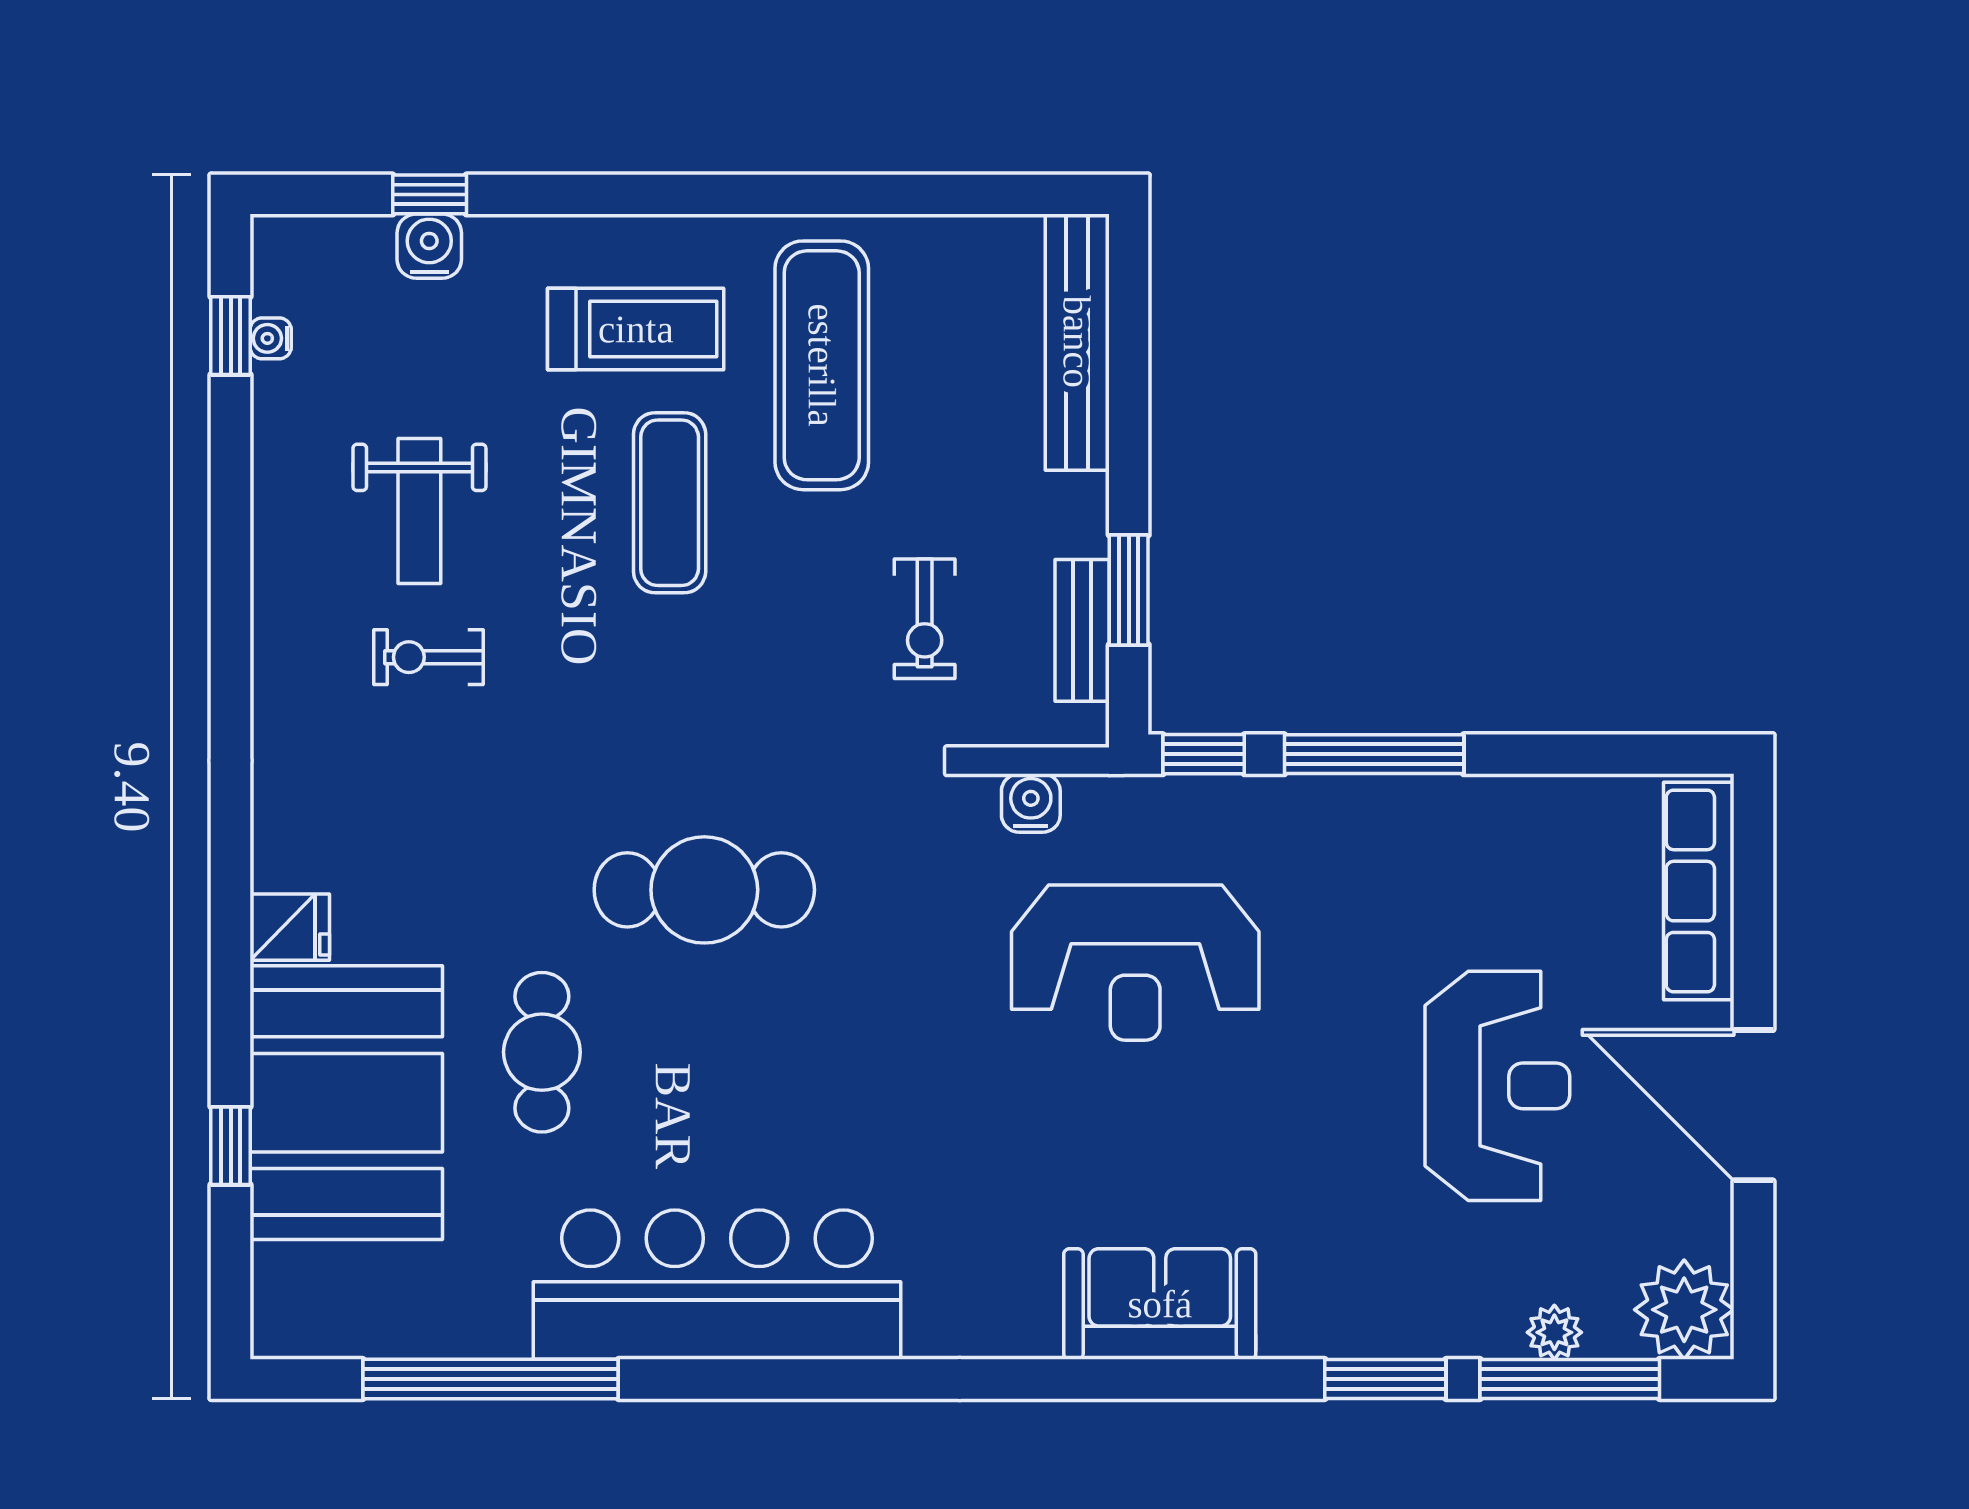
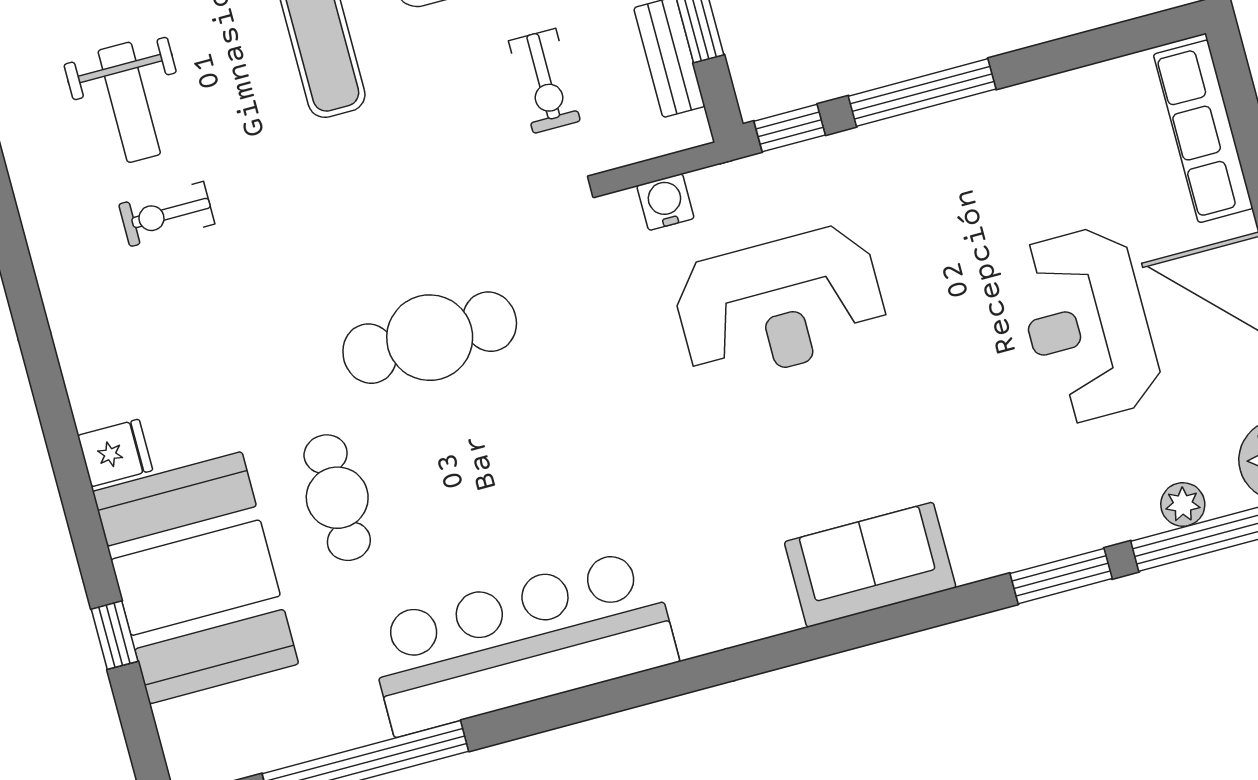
reception desk: (1497, 1086) -> (1087, 325), turned 180

